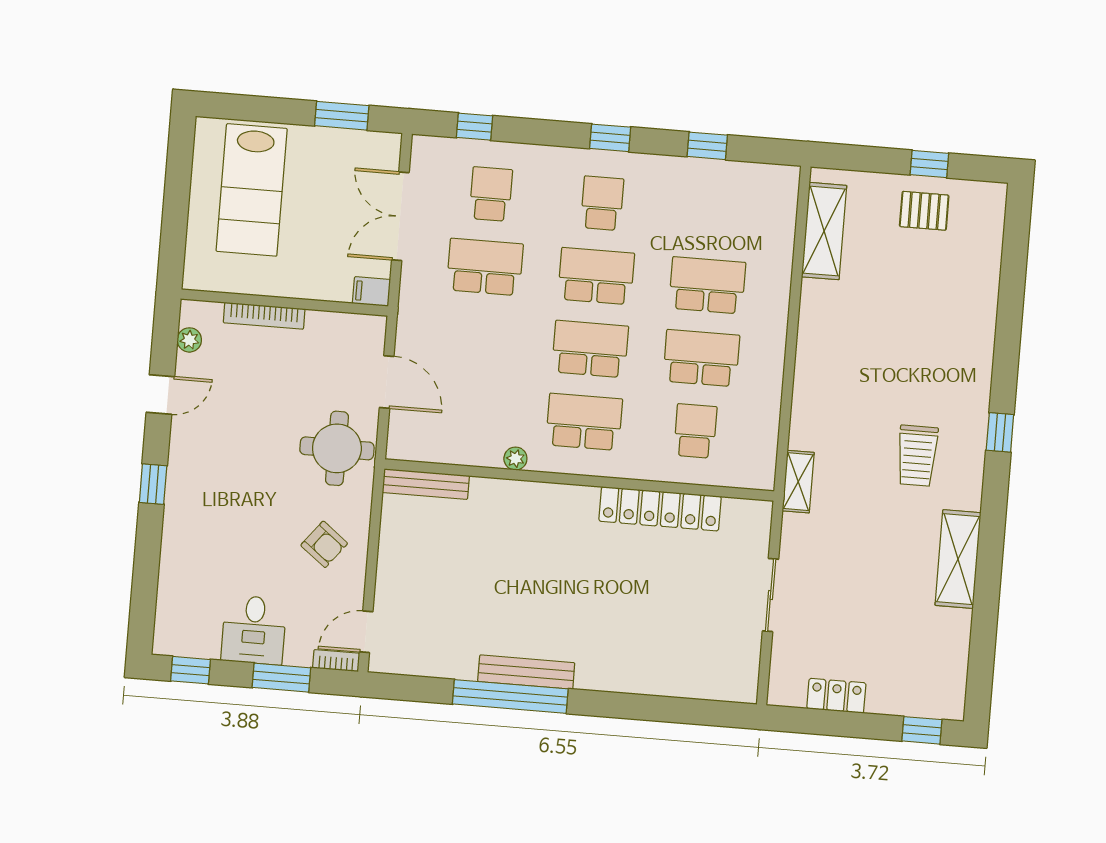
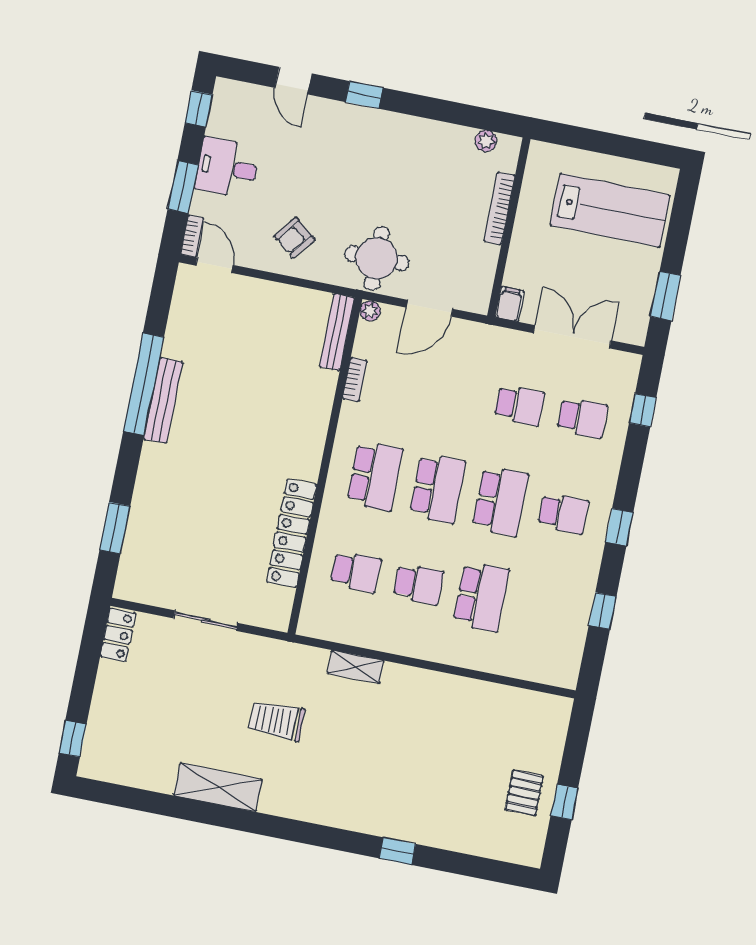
lab bench: (252, 190) -> (610, 210), turned 180
shelving: (824, 231) -> (517, 704), removed
school desk: (485, 267) -> (520, 405), width x0.54
school desk: (701, 358) -> (419, 584), width x0.54
door: (160, 394) -> (293, 81), moved
window: (1000, 432) -> (397, 851), moved
trolley: (917, 456) -> (277, 721), moved
bookcase: (477, 457) -> (355, 380), added
plant: (515, 459) -> (370, 311), moved
shelving: (798, 482) -> (356, 667), moved
locker: (836, 696) -> (118, 635), moved
window: (677, 710) -> (115, 528), added

